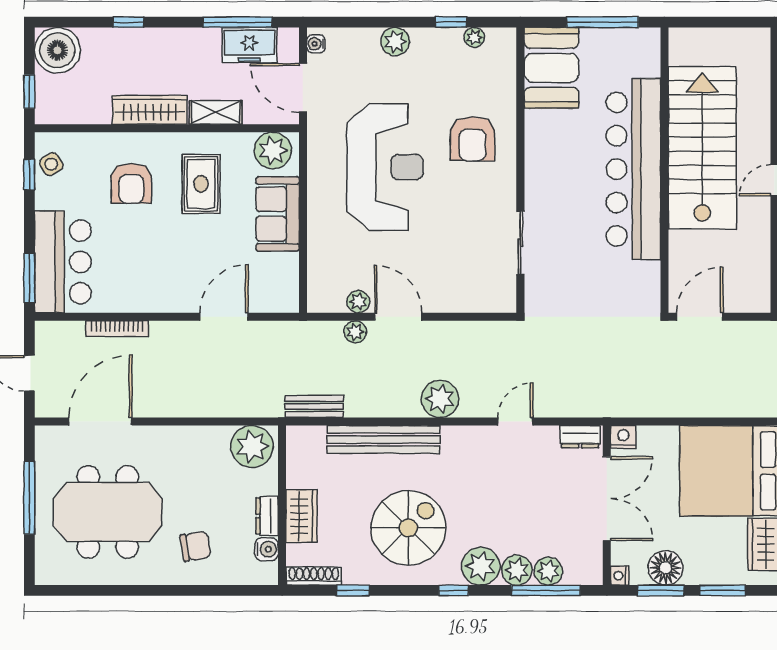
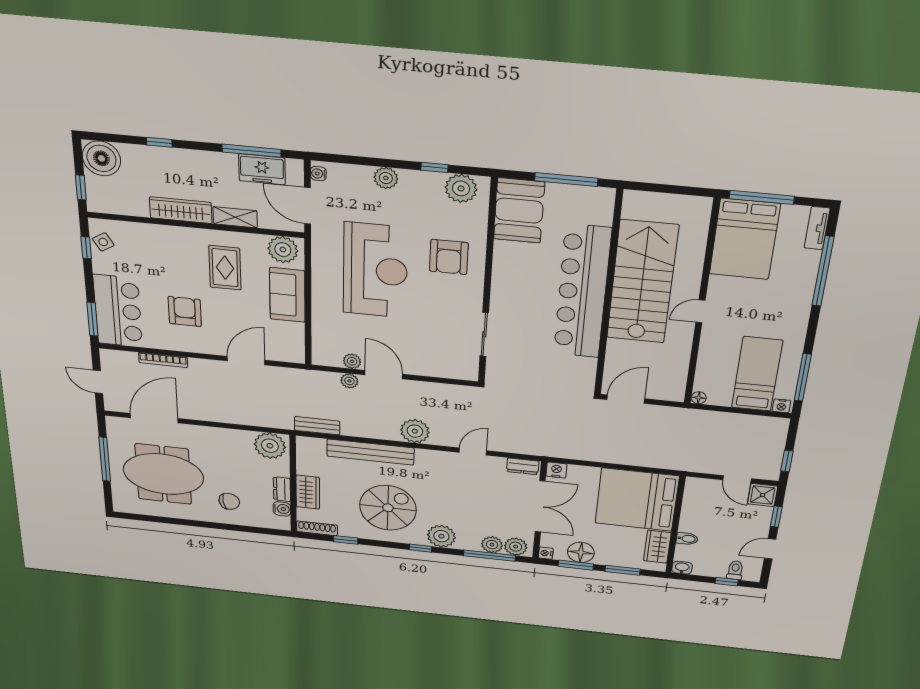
plant: (474, 37) -> (461, 188), width x1.88, depth x1.88
armchair: (131, 183) -> (185, 311), moved, turned 180
plant: (517, 570) -> (516, 547), moved

